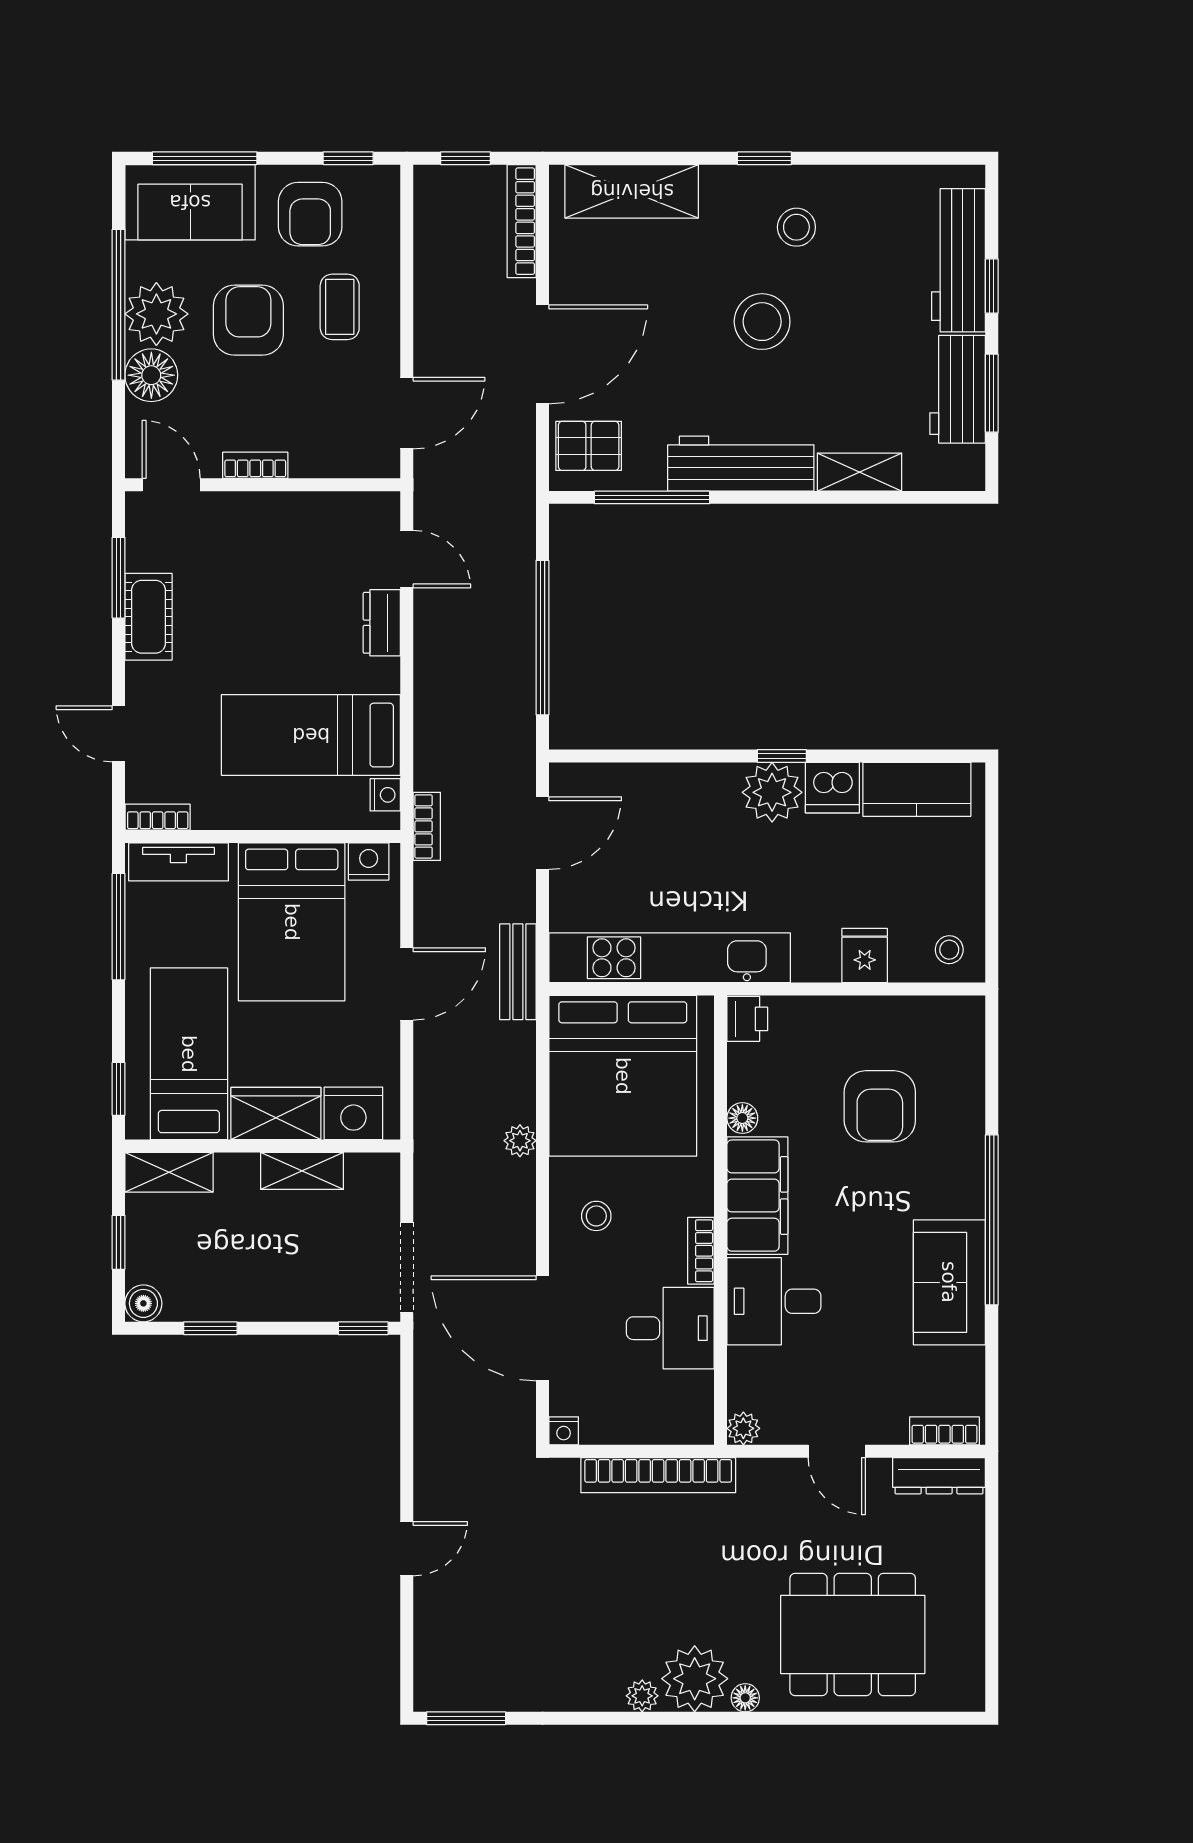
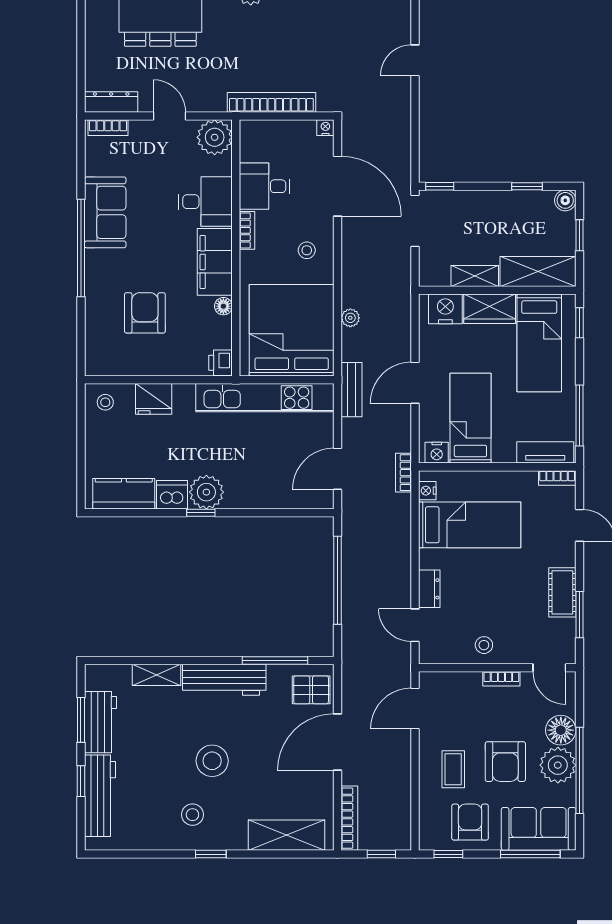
stool: (286, 524) -> (484, 645), added
bed: (292, 922) -> (470, 418), width x0.67
fridge: (865, 956) -> (154, 399), width x1.38
plant: (520, 1141) -> (350, 318), moved
shelving: (169, 1172) -> (538, 272), width x1.50, depth x1.33
plant: (743, 1428) -> (215, 137), width x1.88, depth x1.88

